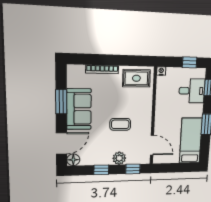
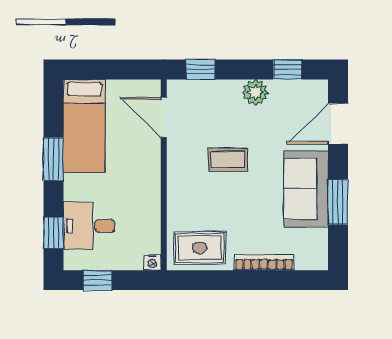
plant: (119, 158) -> (255, 92), moved
floor lamp: (73, 160) -> (316, 91), removed
window: (101, 170) -> (287, 69), moved

